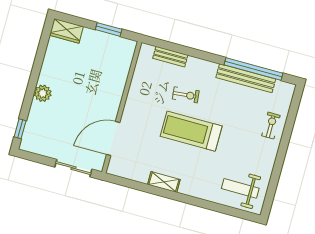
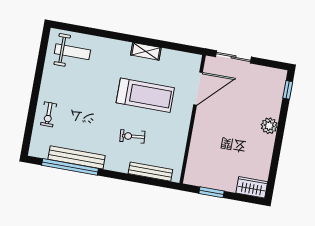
bench: (170, 57) -> (150, 172), width x1.36
treadmill: (191, 131) -> (145, 95), moved

